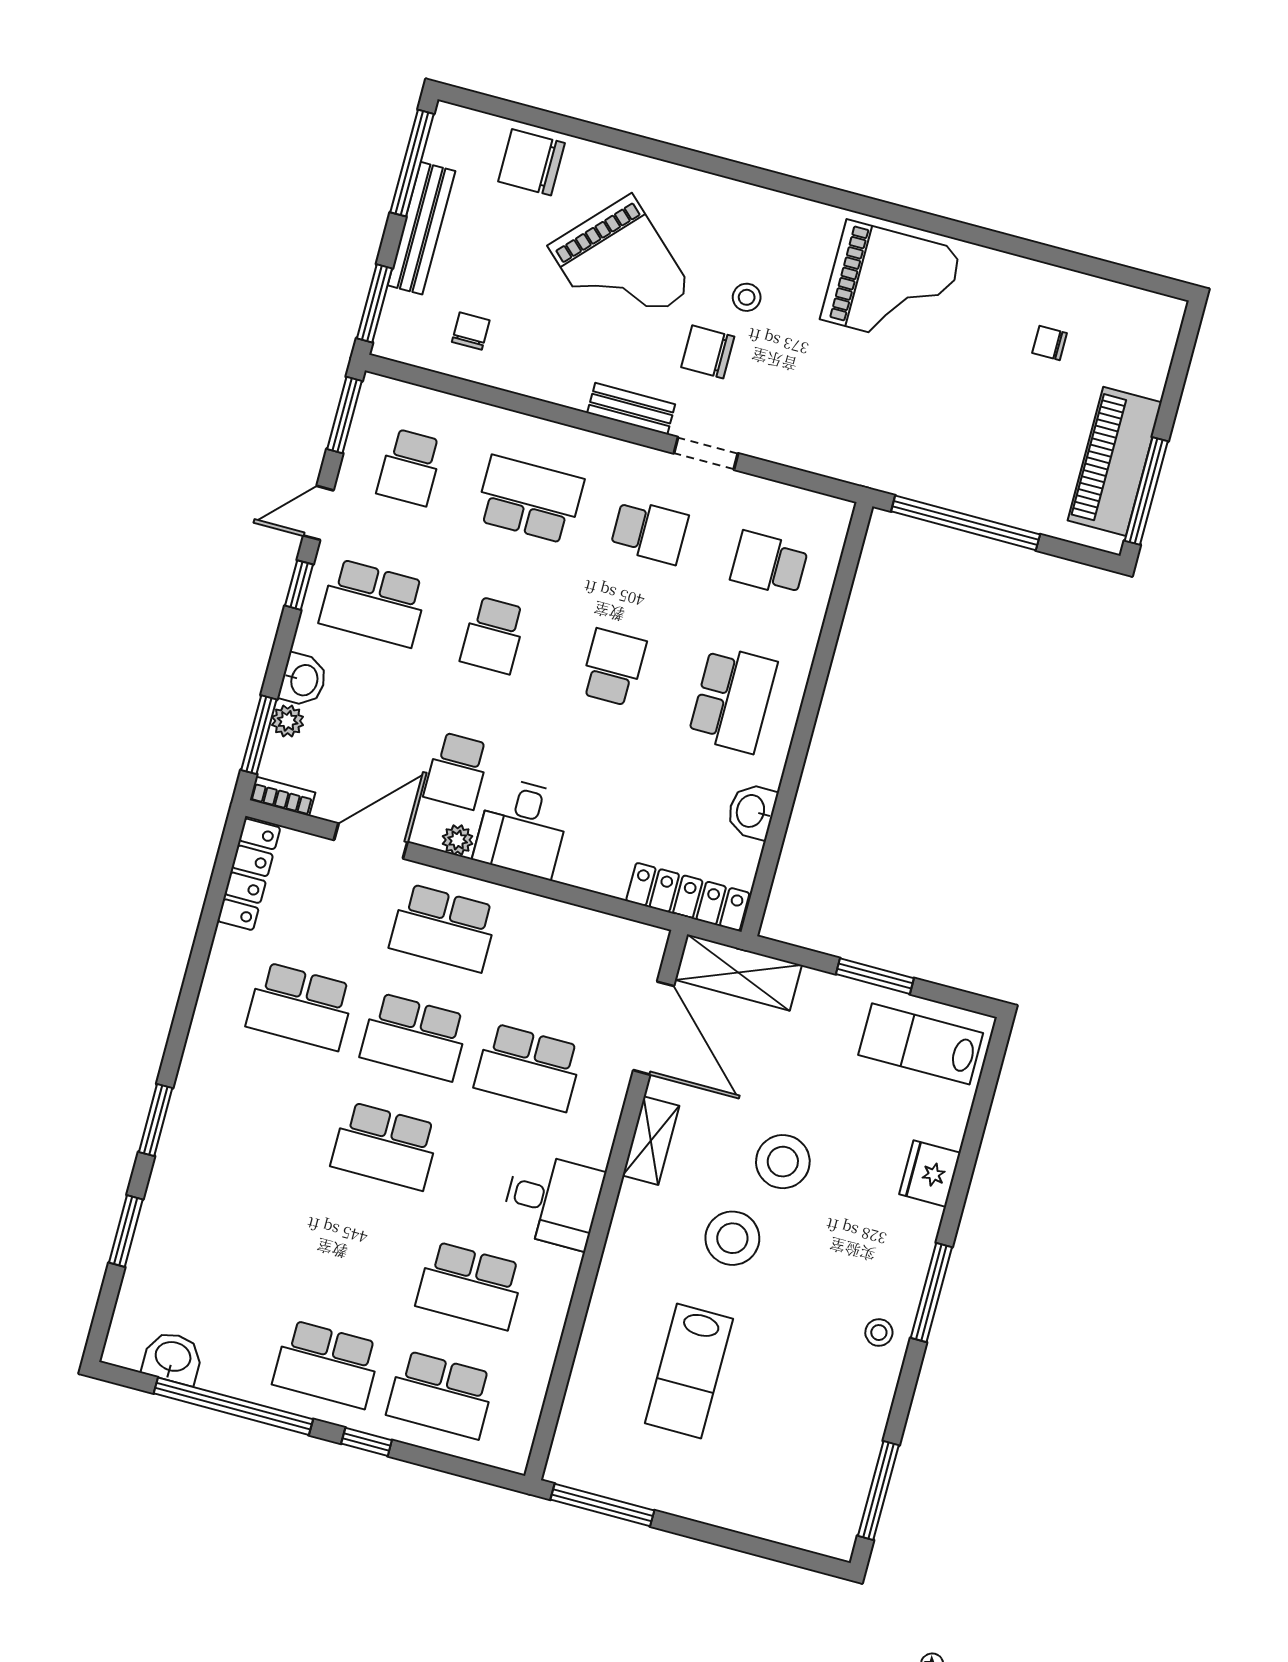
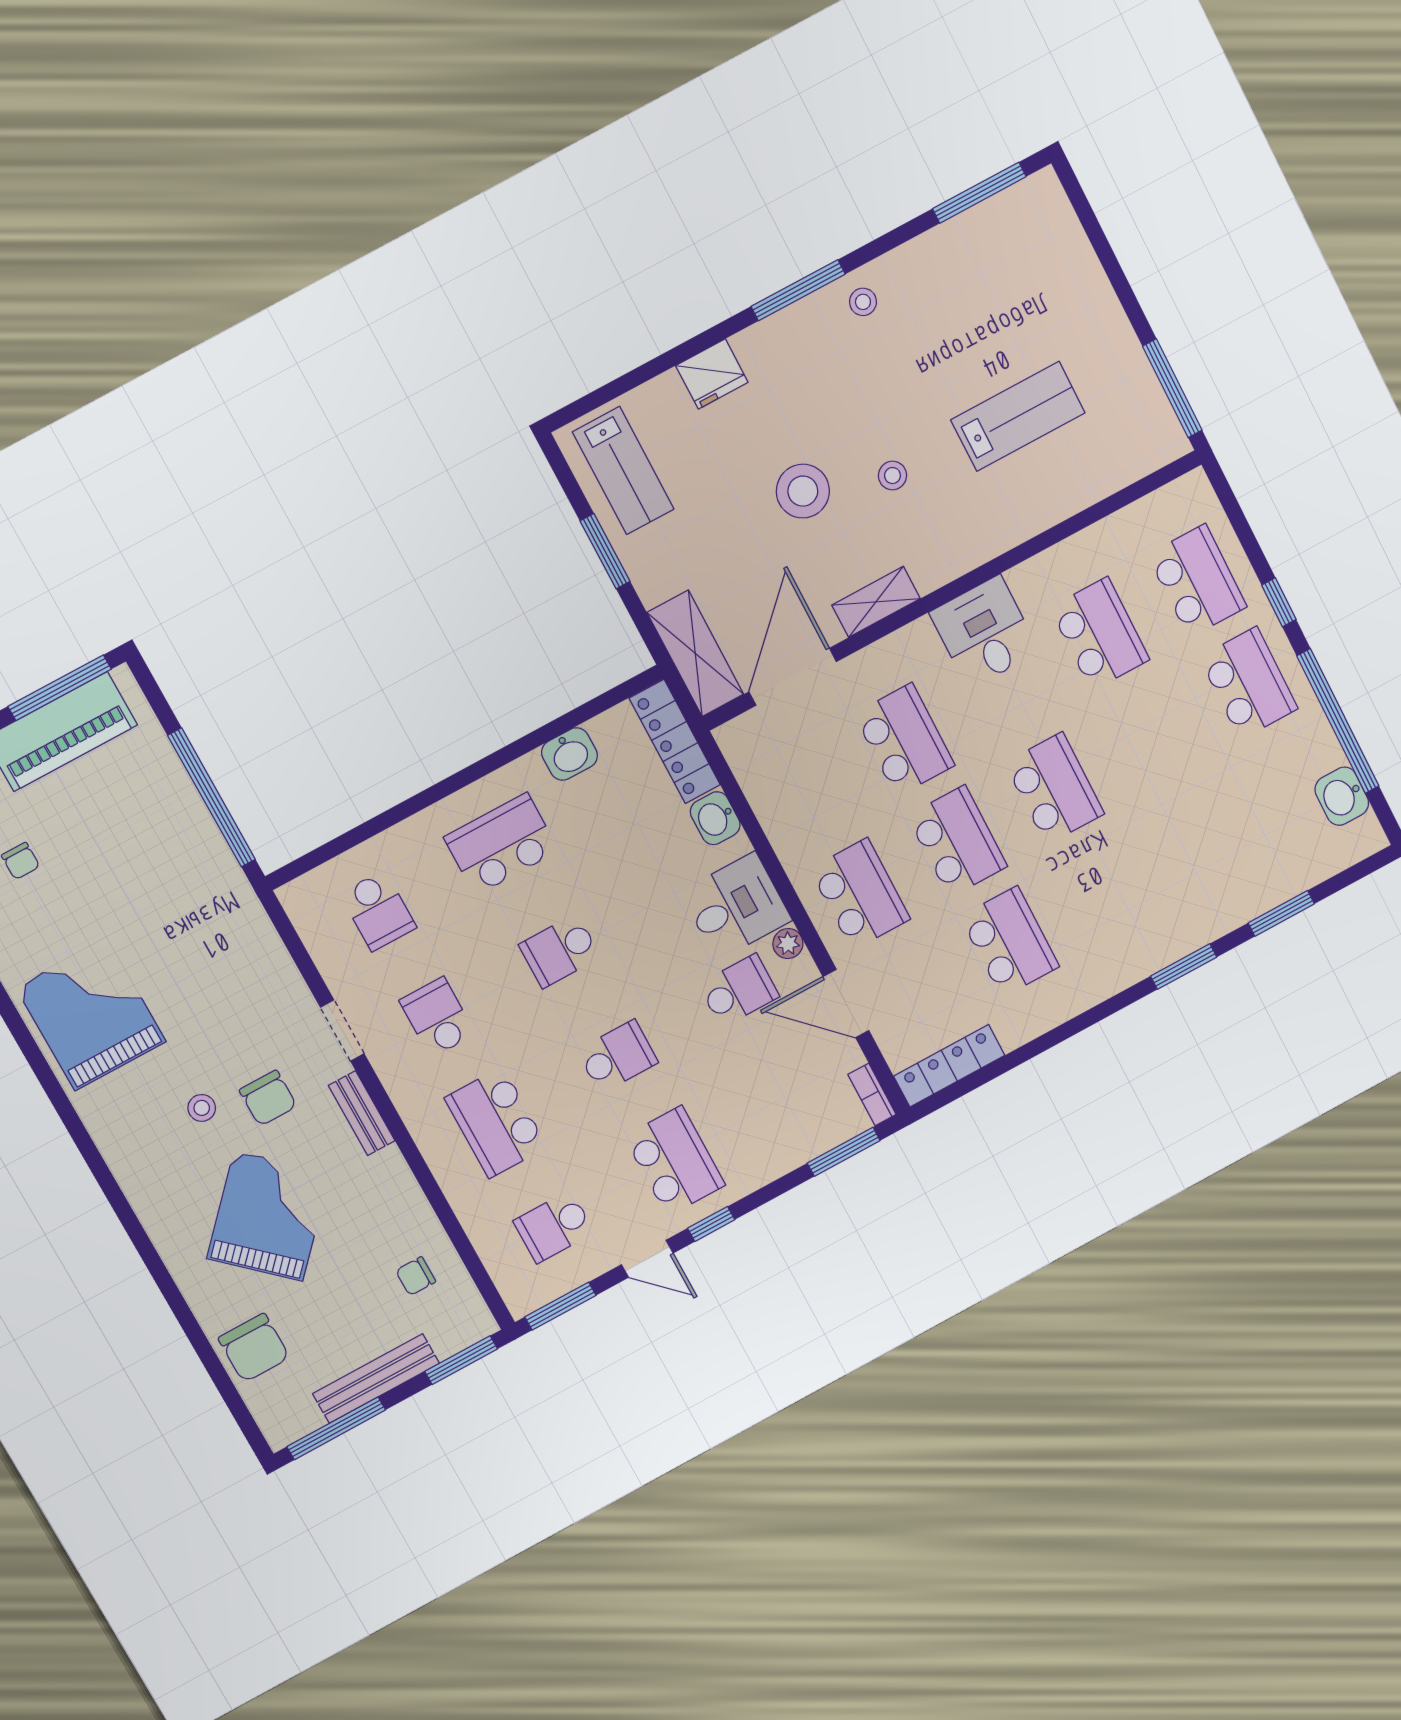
school desk: (410, 467) -> (554, 1227), turned 180
washbasin: (303, 680) -> (715, 818), moved, turned -90
plant: (288, 721) -> (815, 1141), removed
stool: (732, 1238) -> (892, 476), width x0.53, depth x0.53

